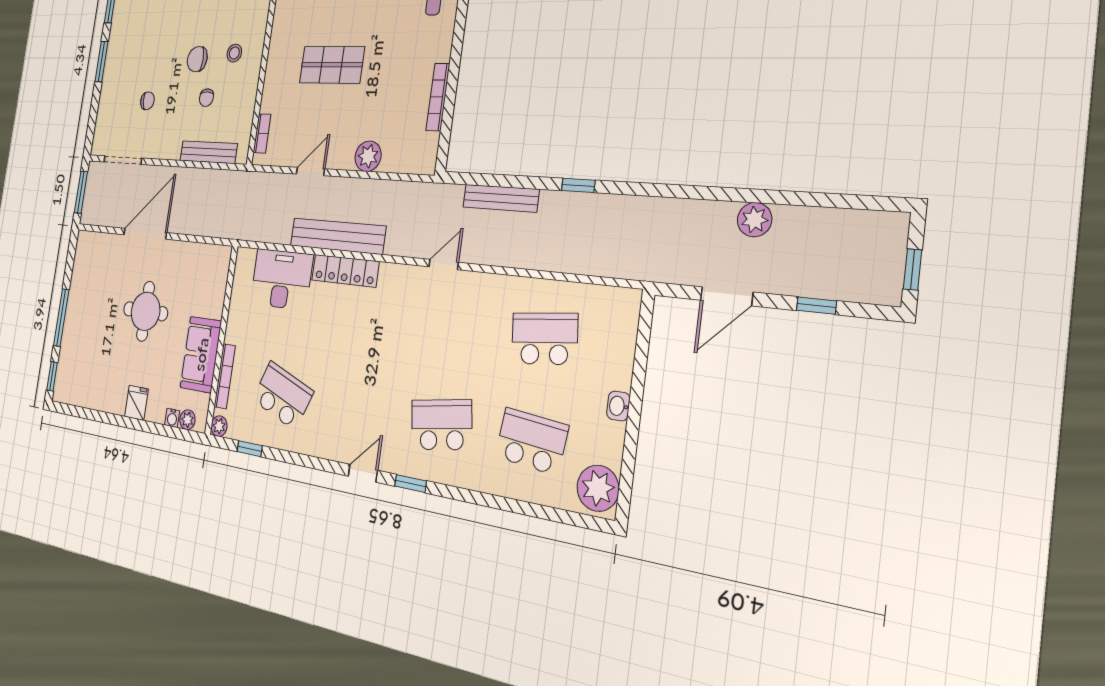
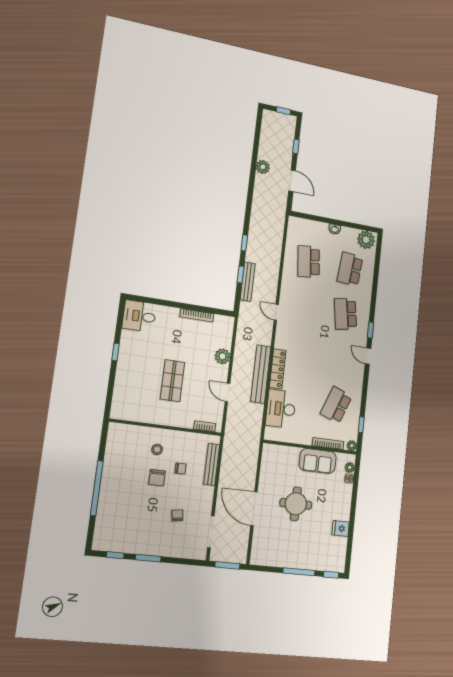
window: (514, 182) -> (241, 274), added
fridge: (136, 403) -> (341, 528), moved

